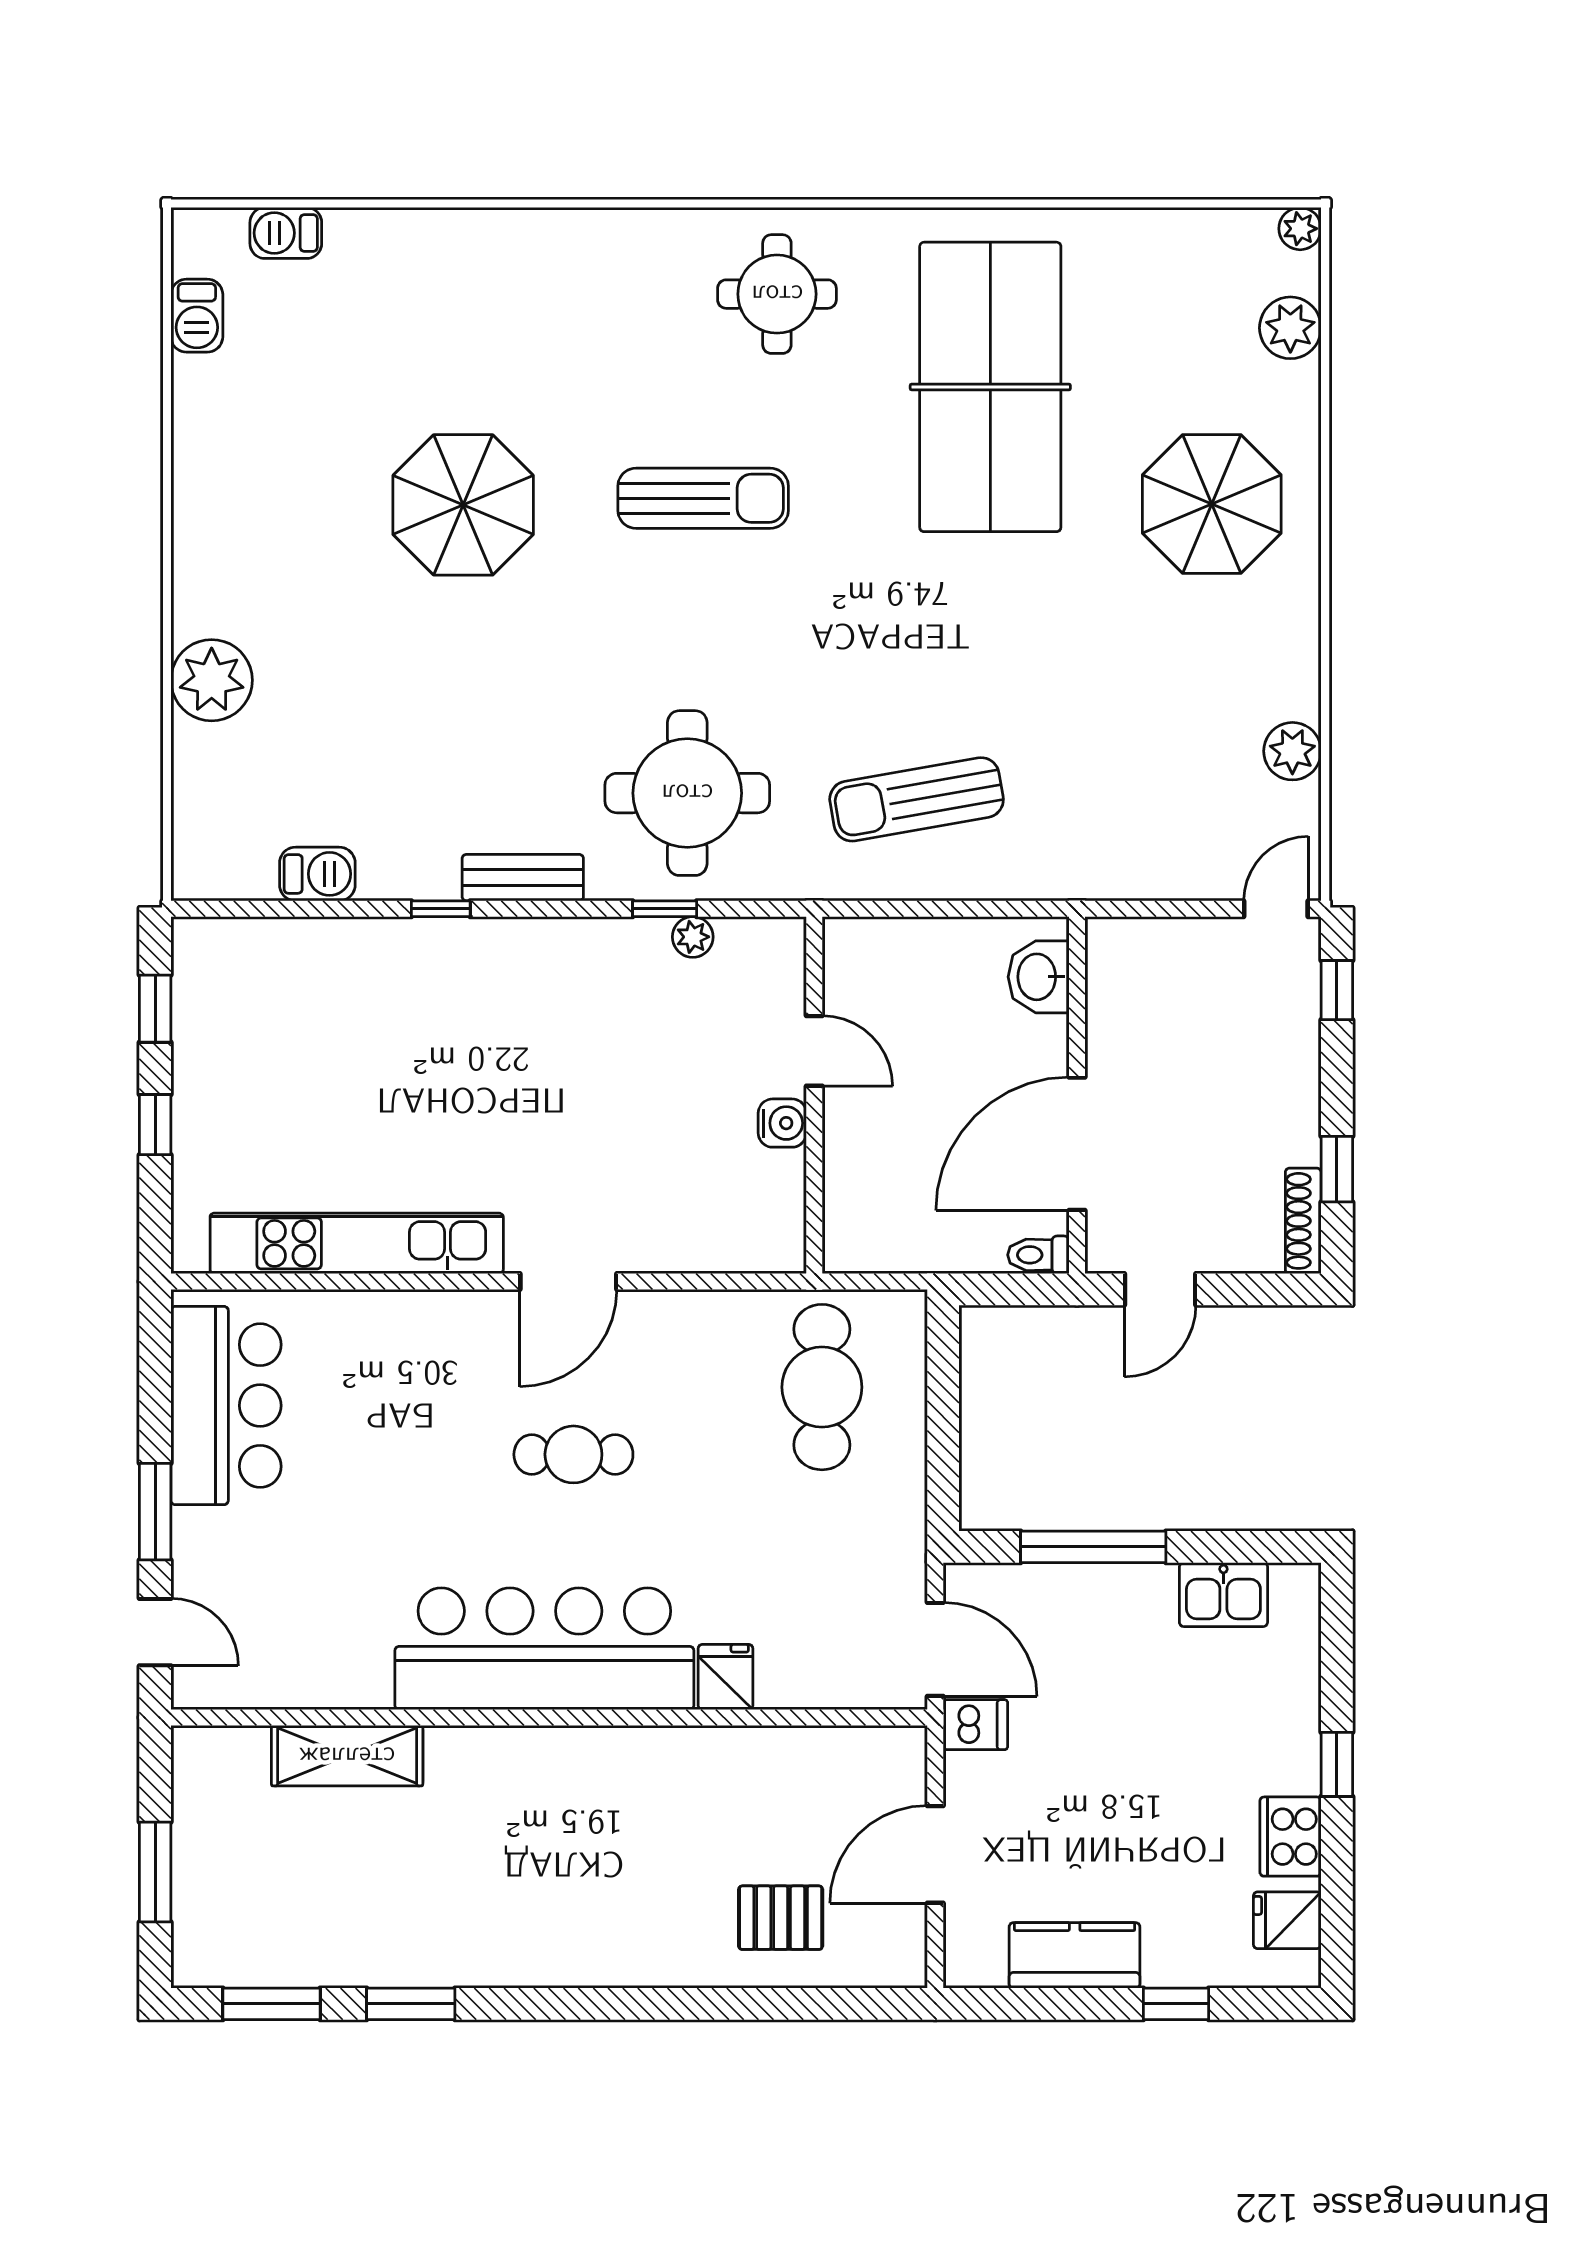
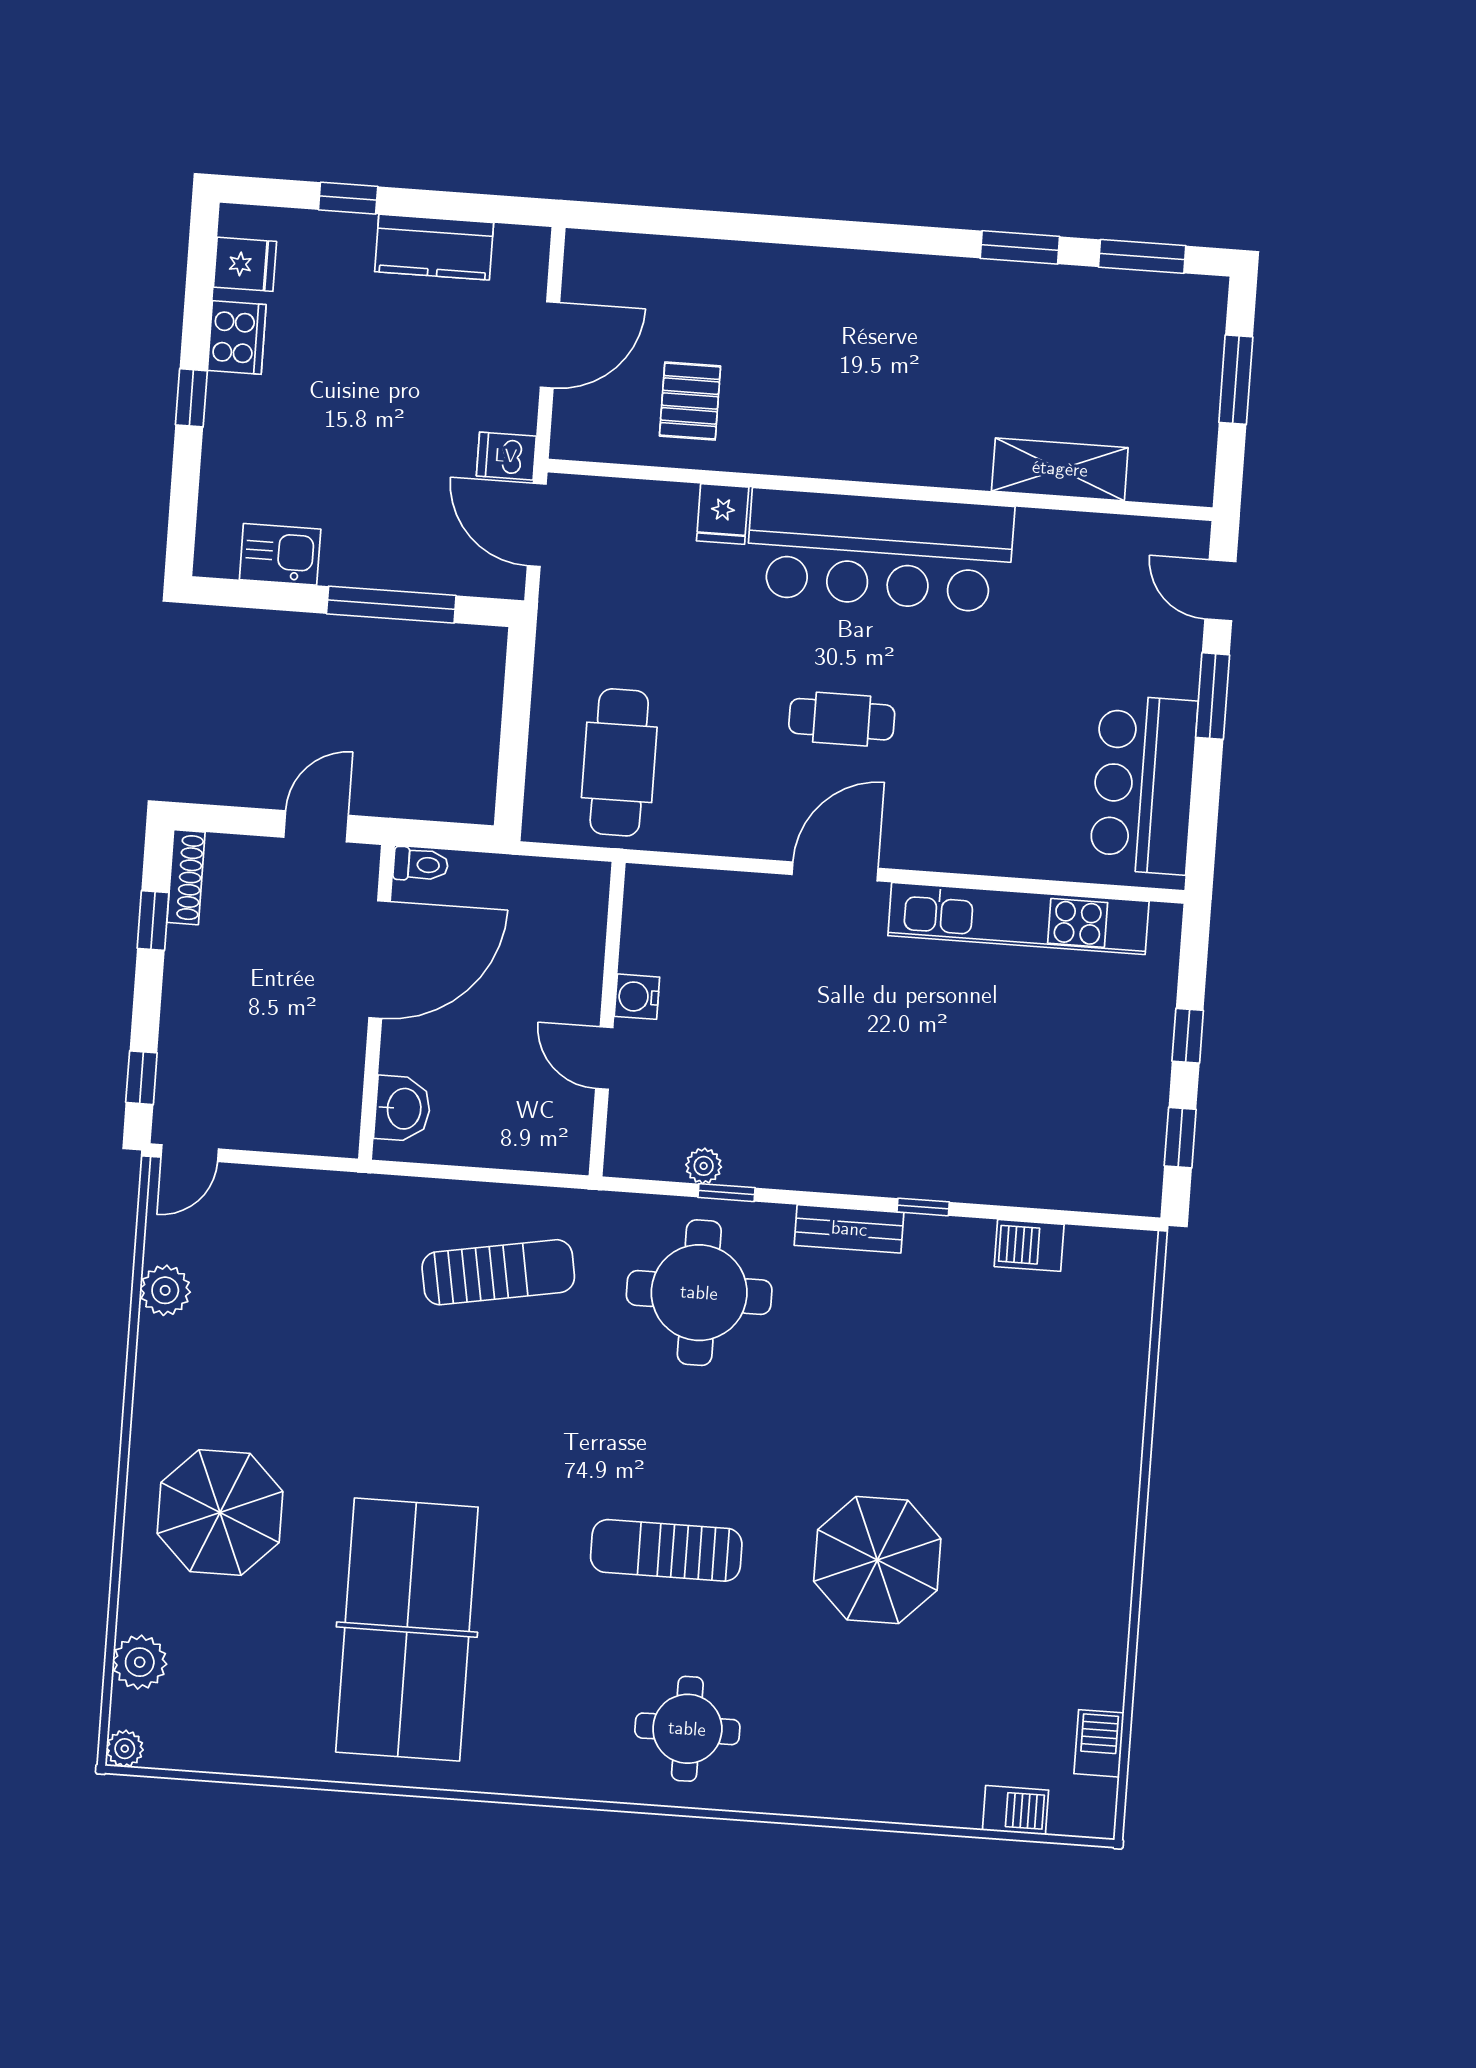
round table: (777, 294) -> (687, 1729), moved
plant: (212, 680) -> (1109, 1422), removed
pallet: (781, 1918) -> (690, 401), moved, turned 90

